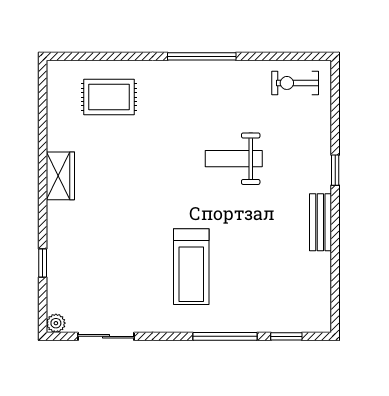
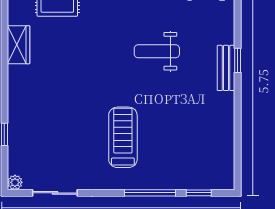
wardrobe: (60, 176) -> (19, 45), moved
bench: (320, 222) -> (226, 68), moved
treadmill: (191, 267) -> (123, 137), turned 180

